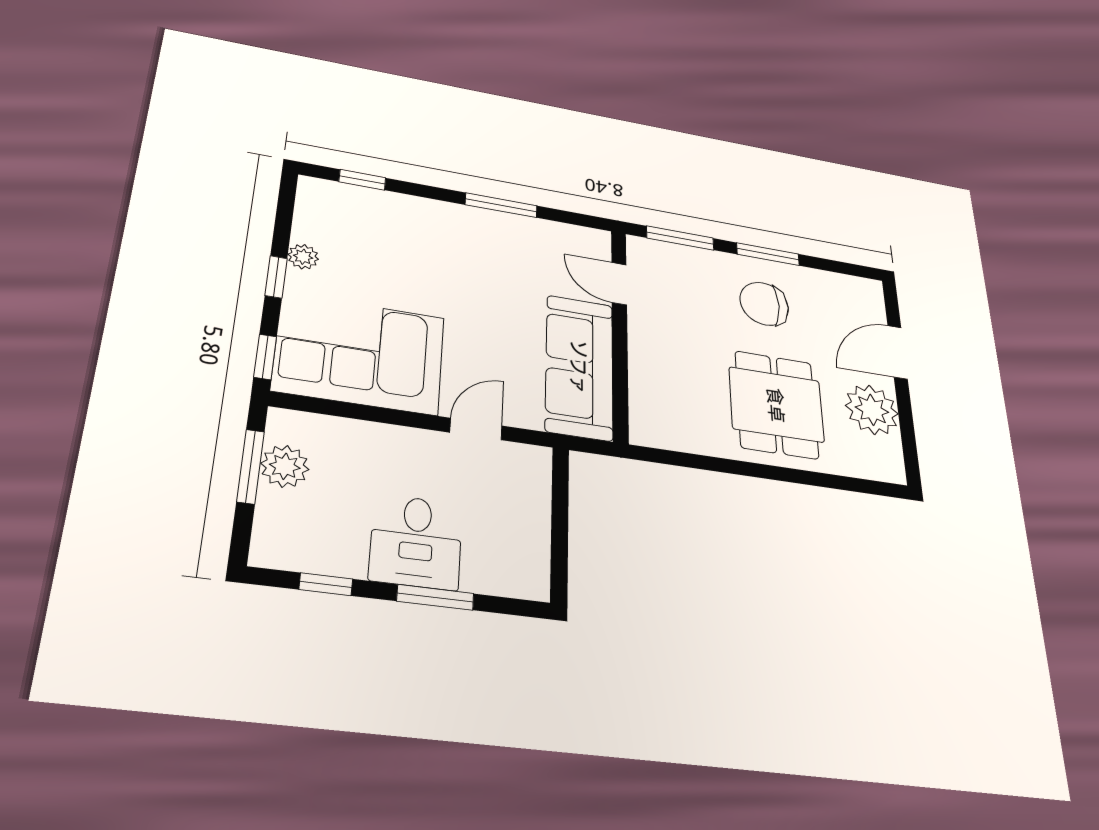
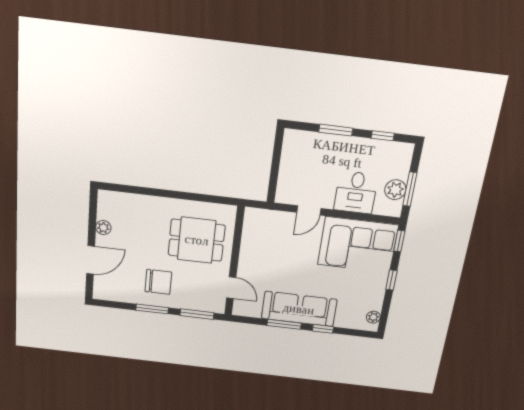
window: (362, 180) -> (323, 329), moved
plant: (303, 257) -> (373, 317), moved
sofa: (579, 367) -> (299, 309), moved, turned -90
dining table: (776, 405) -> (197, 240), moved, turned 90
plant: (872, 410) -> (103, 228), width x0.53, depth x0.53
desk: (416, 542) -> (356, 192), moved, turned 180

